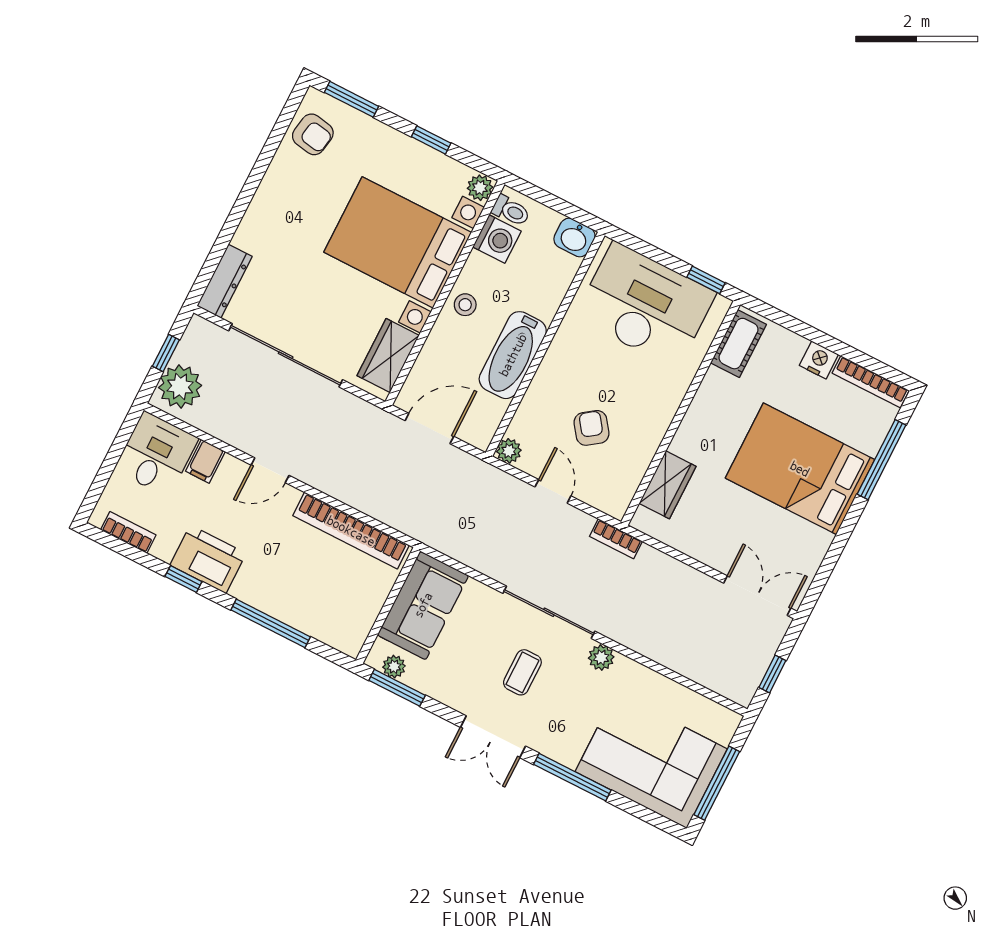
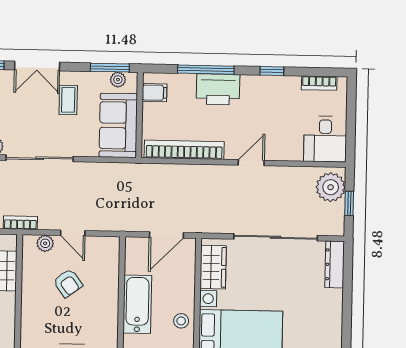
plant: (509, 451) -> (45, 243), moved
filing cabinet: (205, 461) -> (155, 93), moved, turned 90
printer: (208, 559) -> (218, 89), moved
coffee table: (522, 672) -> (68, 100), moved
double door: (493, 737) -> (37, 66), swing flipped

